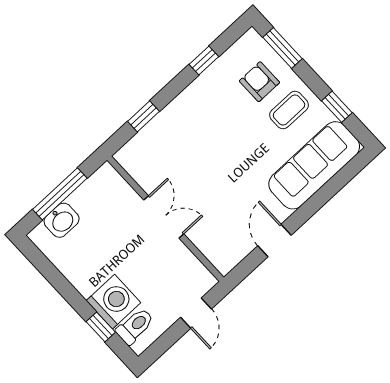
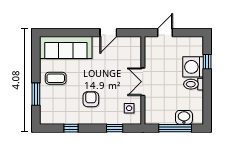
window: (283, 48) -> (36, 94), moved
armchair: (259, 82) -> (91, 99), moved, turned 180
window: (337, 107) -> (36, 62), removed
side table: (149, 163) -> (129, 108), added
toilet: (135, 326) -> (194, 84), moved

